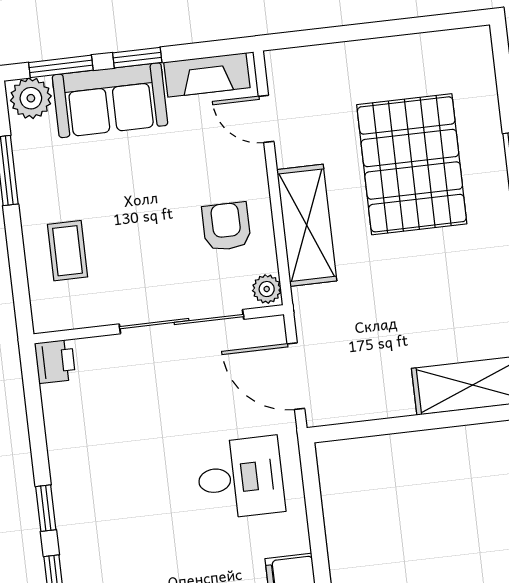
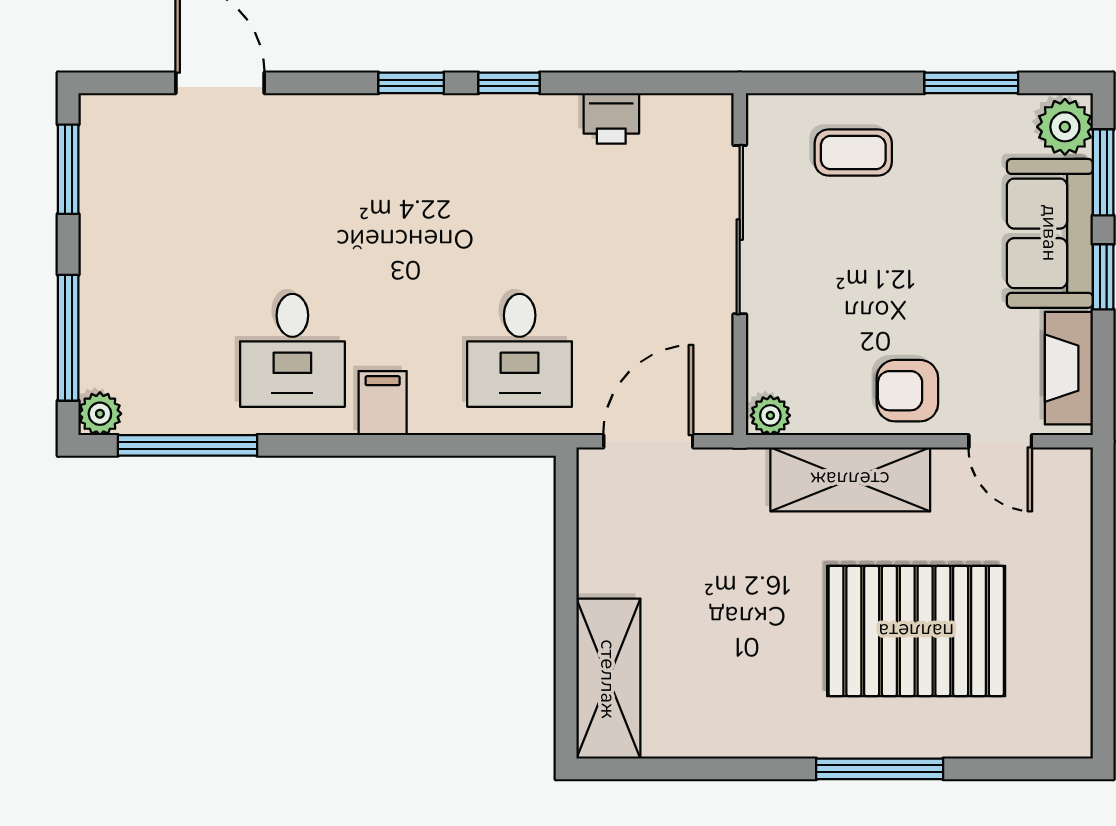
door: (266, 119) -> (1000, 441), swing flipped
armchair: (226, 227) -> (907, 391), moved, turned 180
sliding door: (182, 322) -> (740, 230), moved
printer: (55, 361) -> (611, 118), moved

